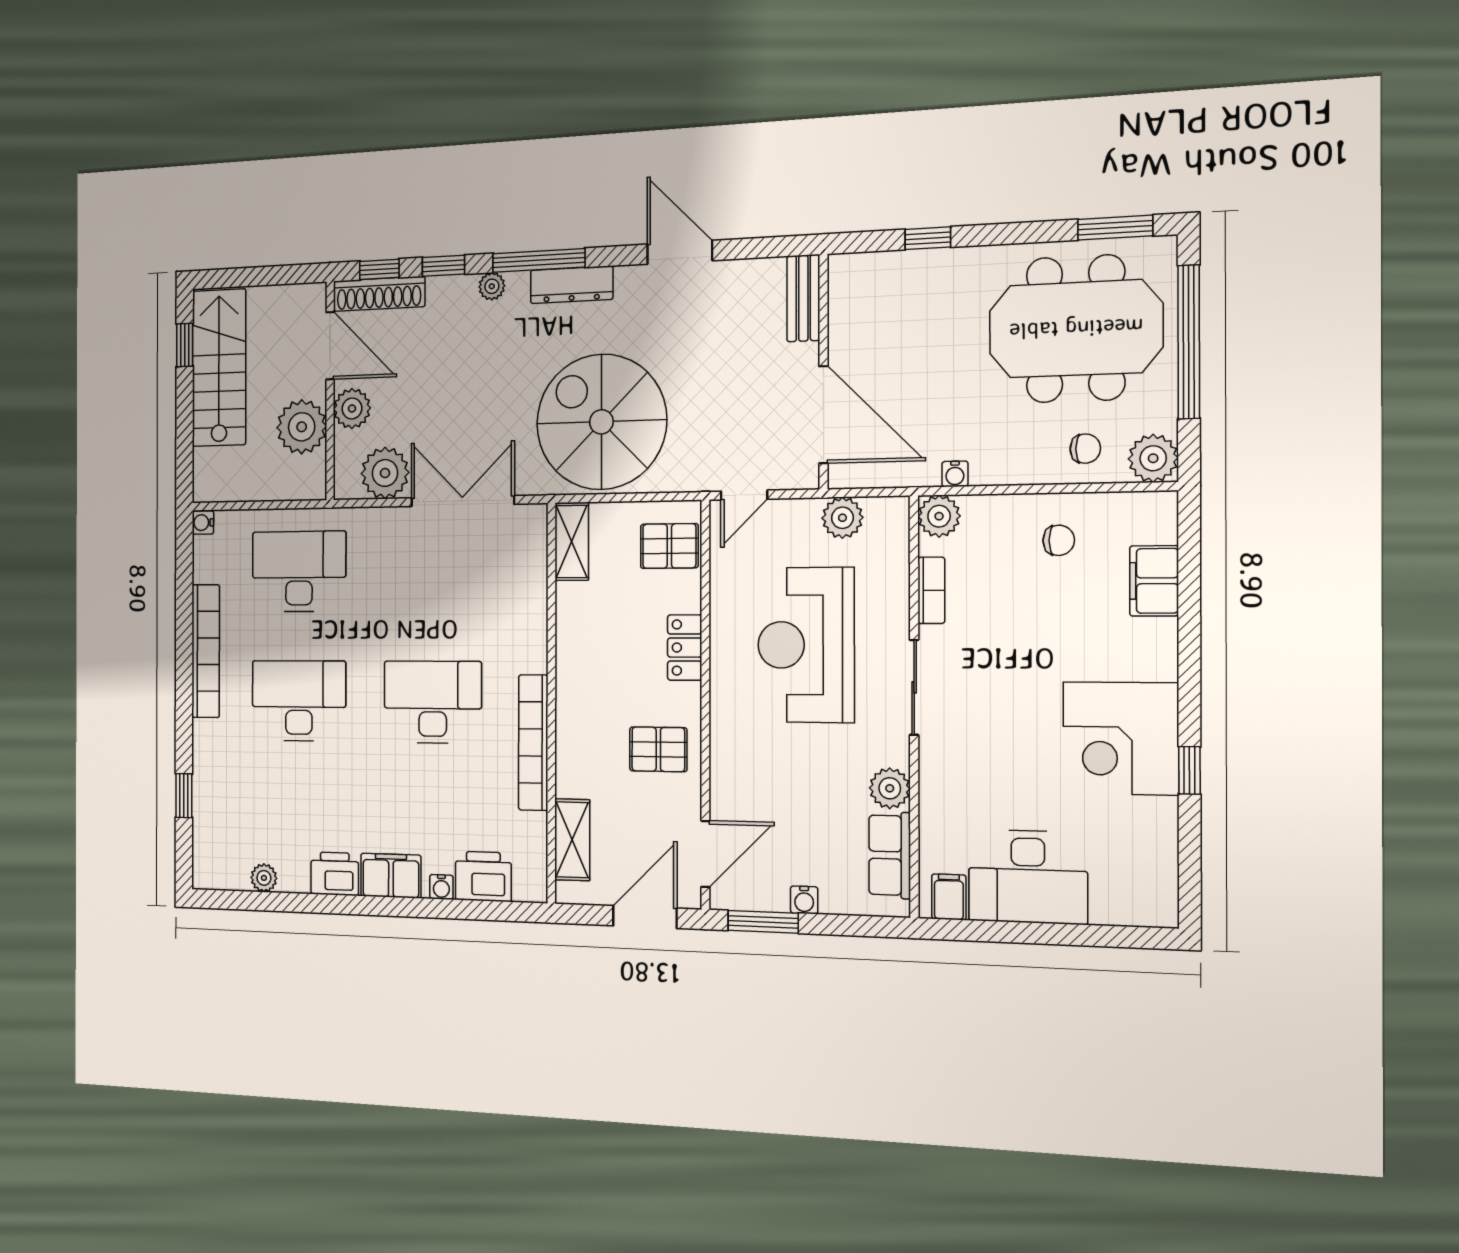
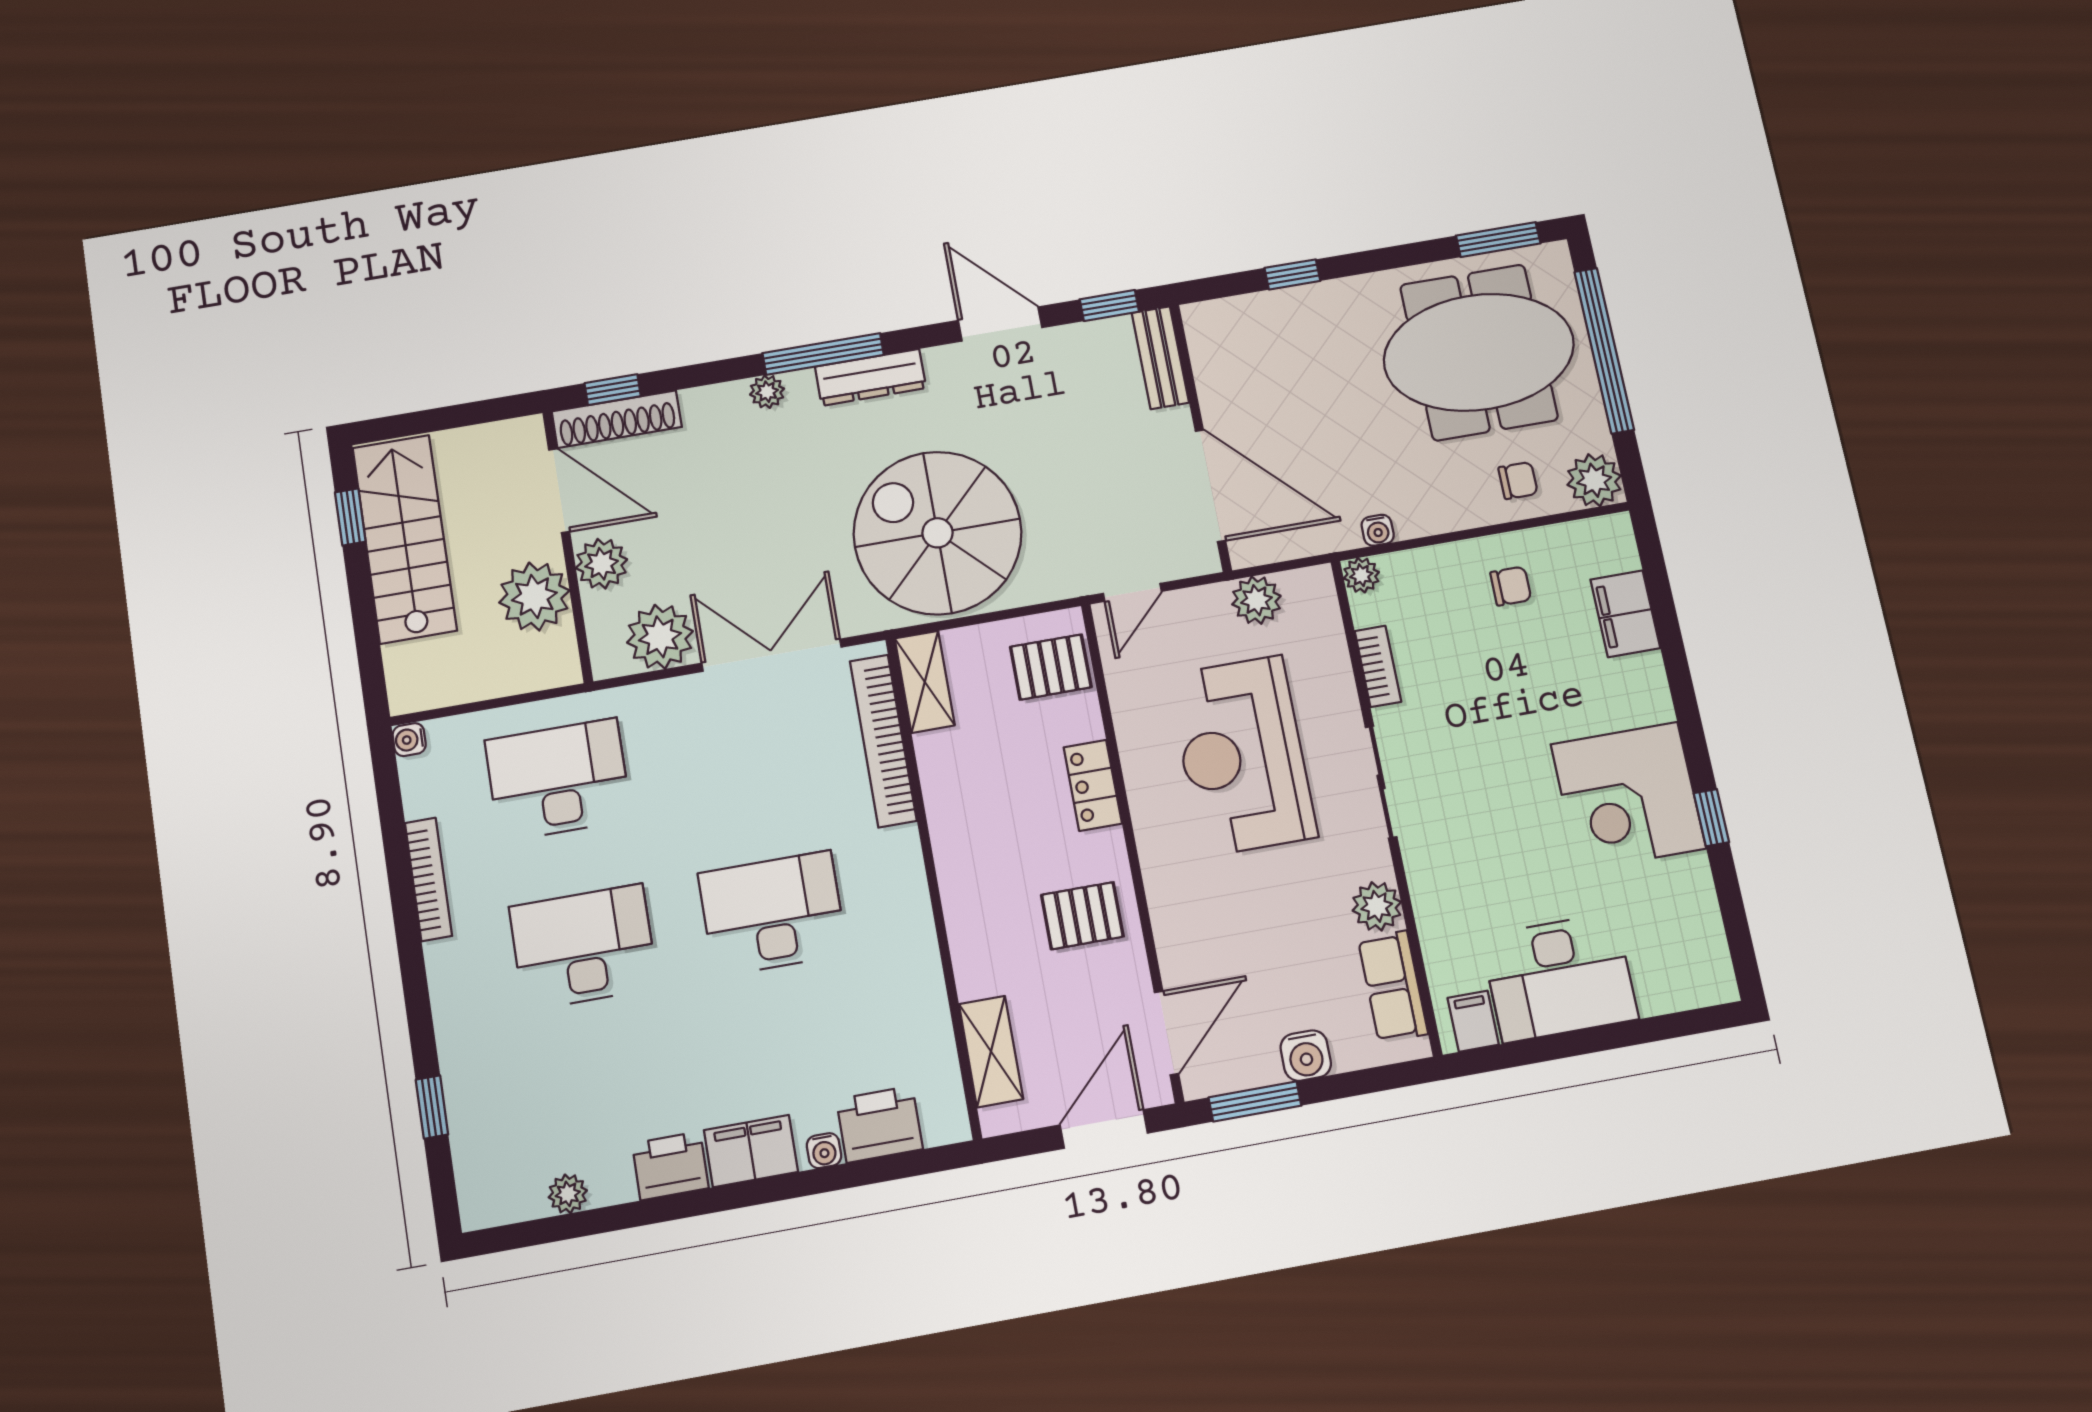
window: (443, 266) -> (1109, 305), moved
plant: (939, 516) -> (1361, 575), width x0.73, depth x0.73
bookcase: (206, 651) -> (428, 879), width x0.68, depth x0.76
bookcase: (533, 743) -> (883, 741), moved
water cooler: (804, 900) -> (1306, 1056), width x1.38, depth x1.38

